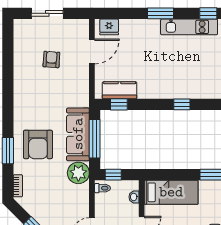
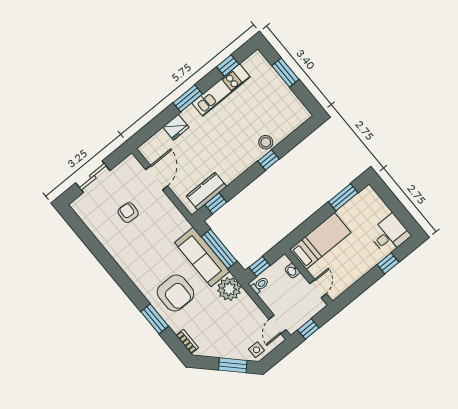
fridge: (109, 27) -> (176, 127), moved
stool: (190, 90) -> (266, 142), added

